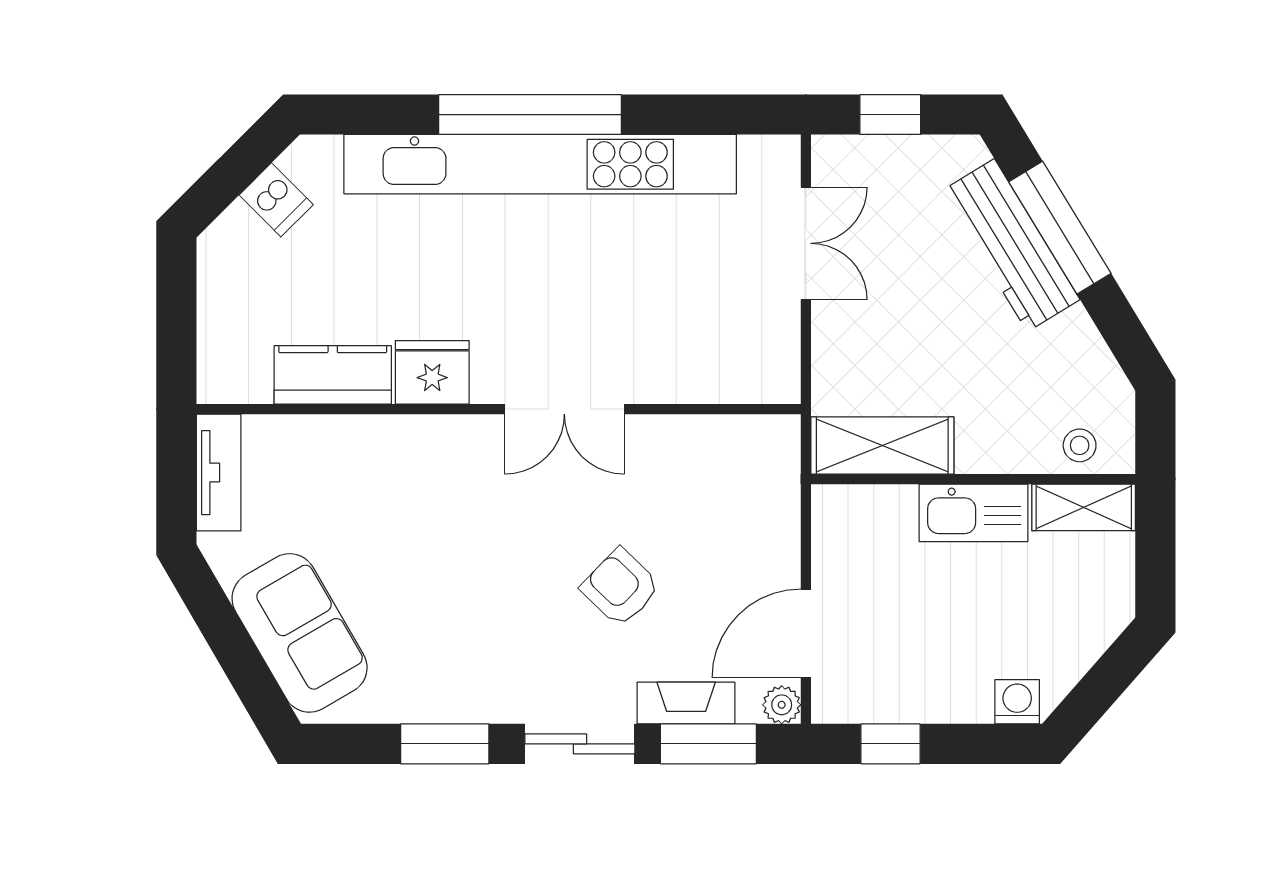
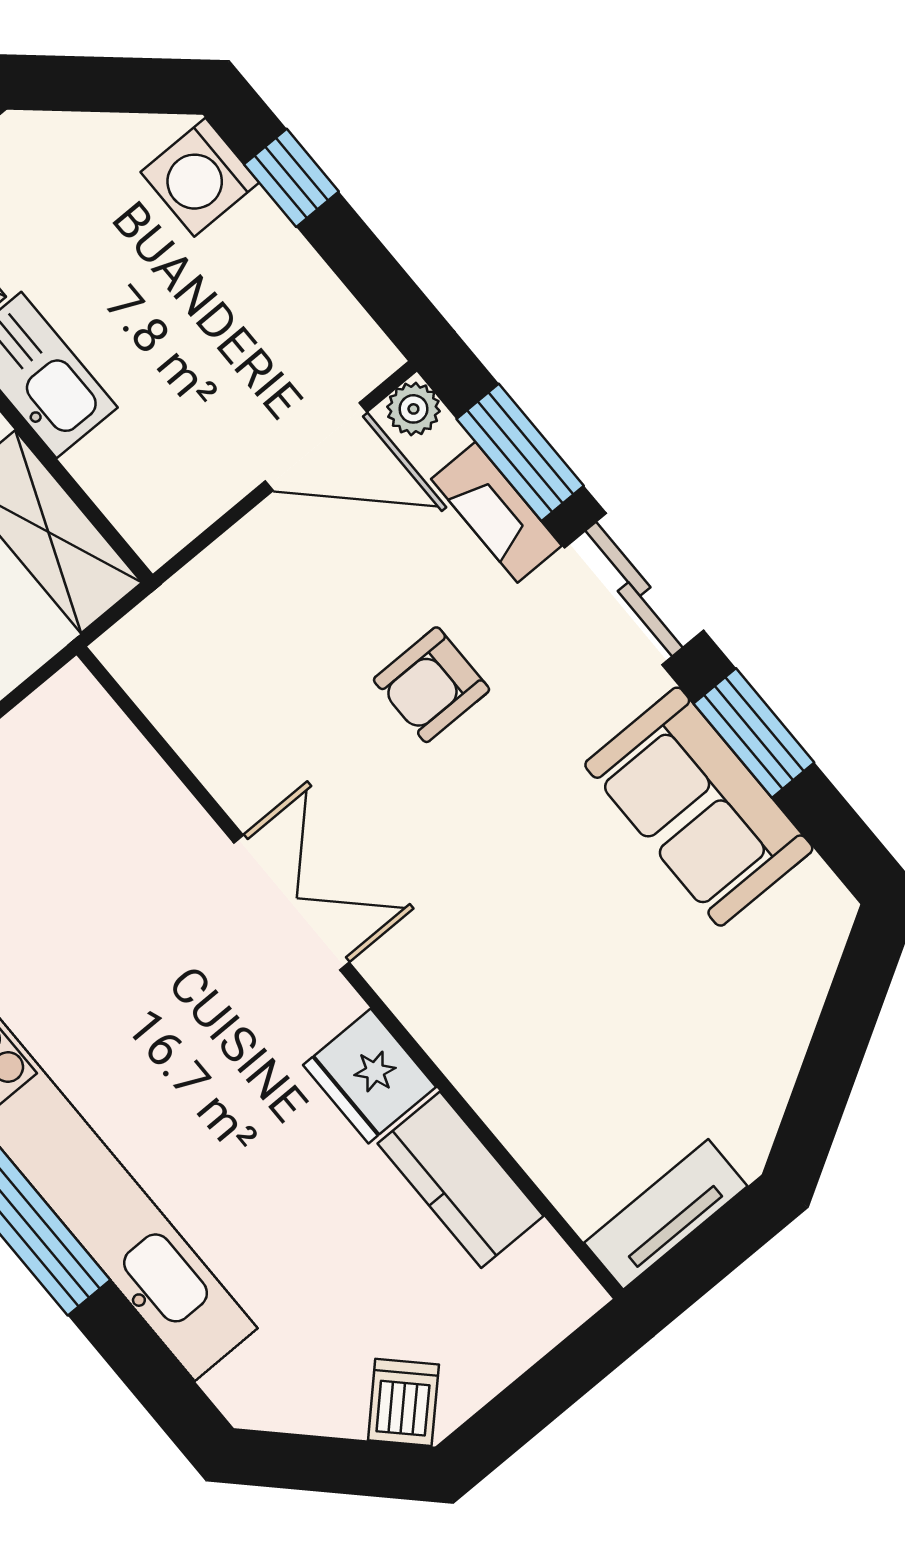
dishwasher: (276, 200) -> (403, 1402), moved
armchair: (621, 587) -> (432, 685), turned 46
sofa: (300, 633) -> (699, 807), moved, turned -60
washing machine: (1017, 702) -> (200, 177), width x1.38, depth x1.38
window: (890, 744) -> (291, 178), moved

